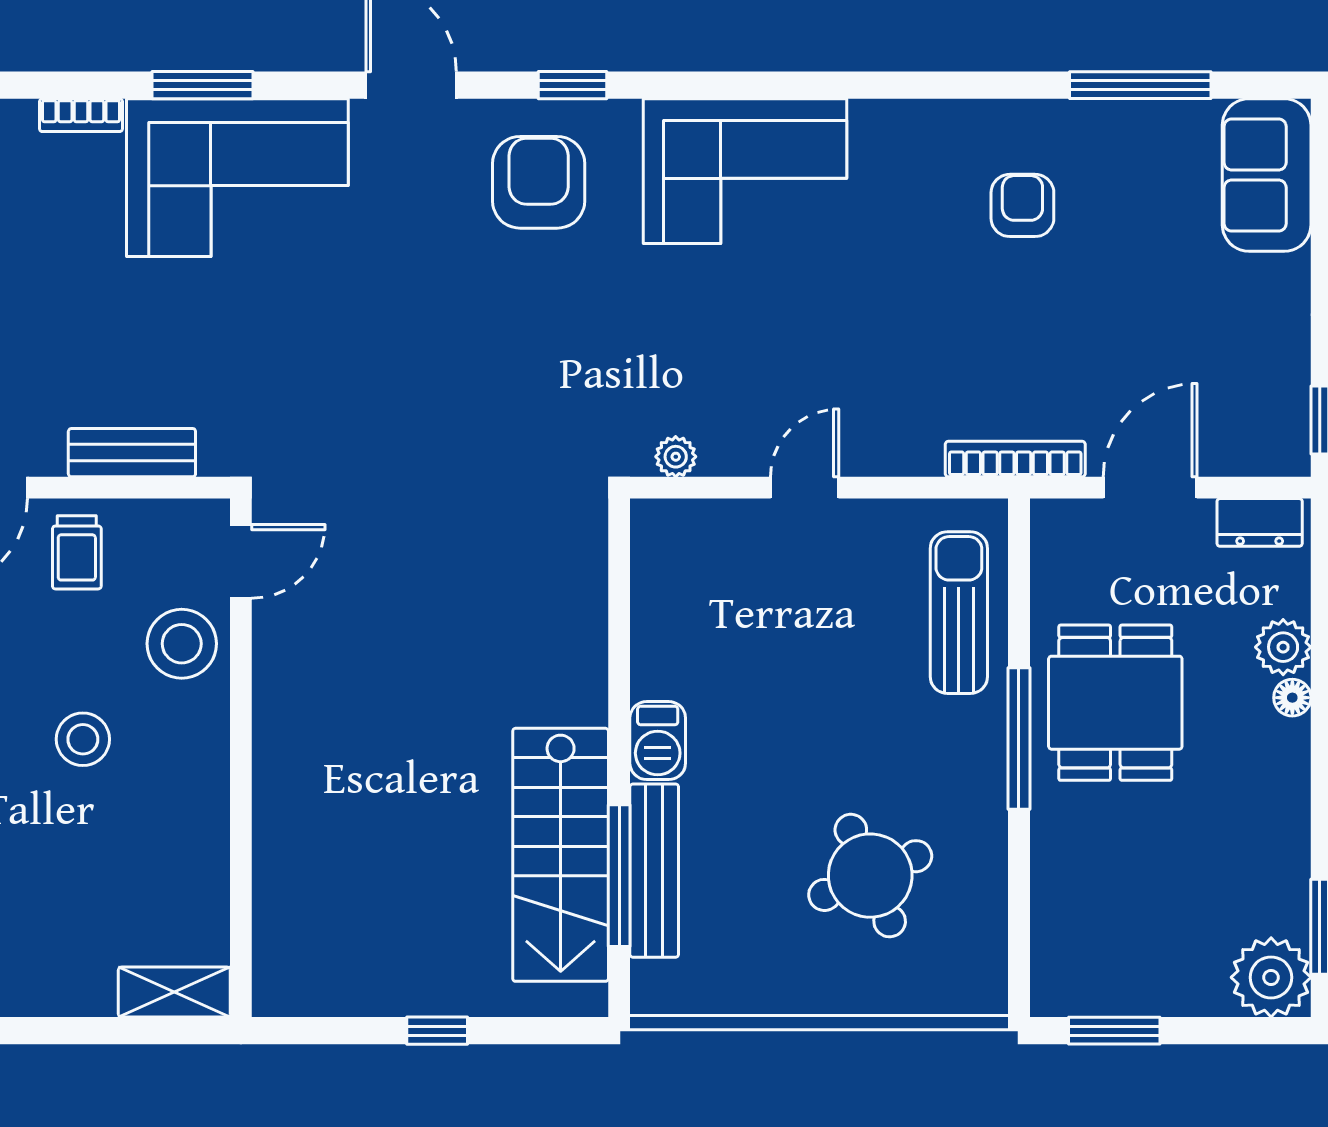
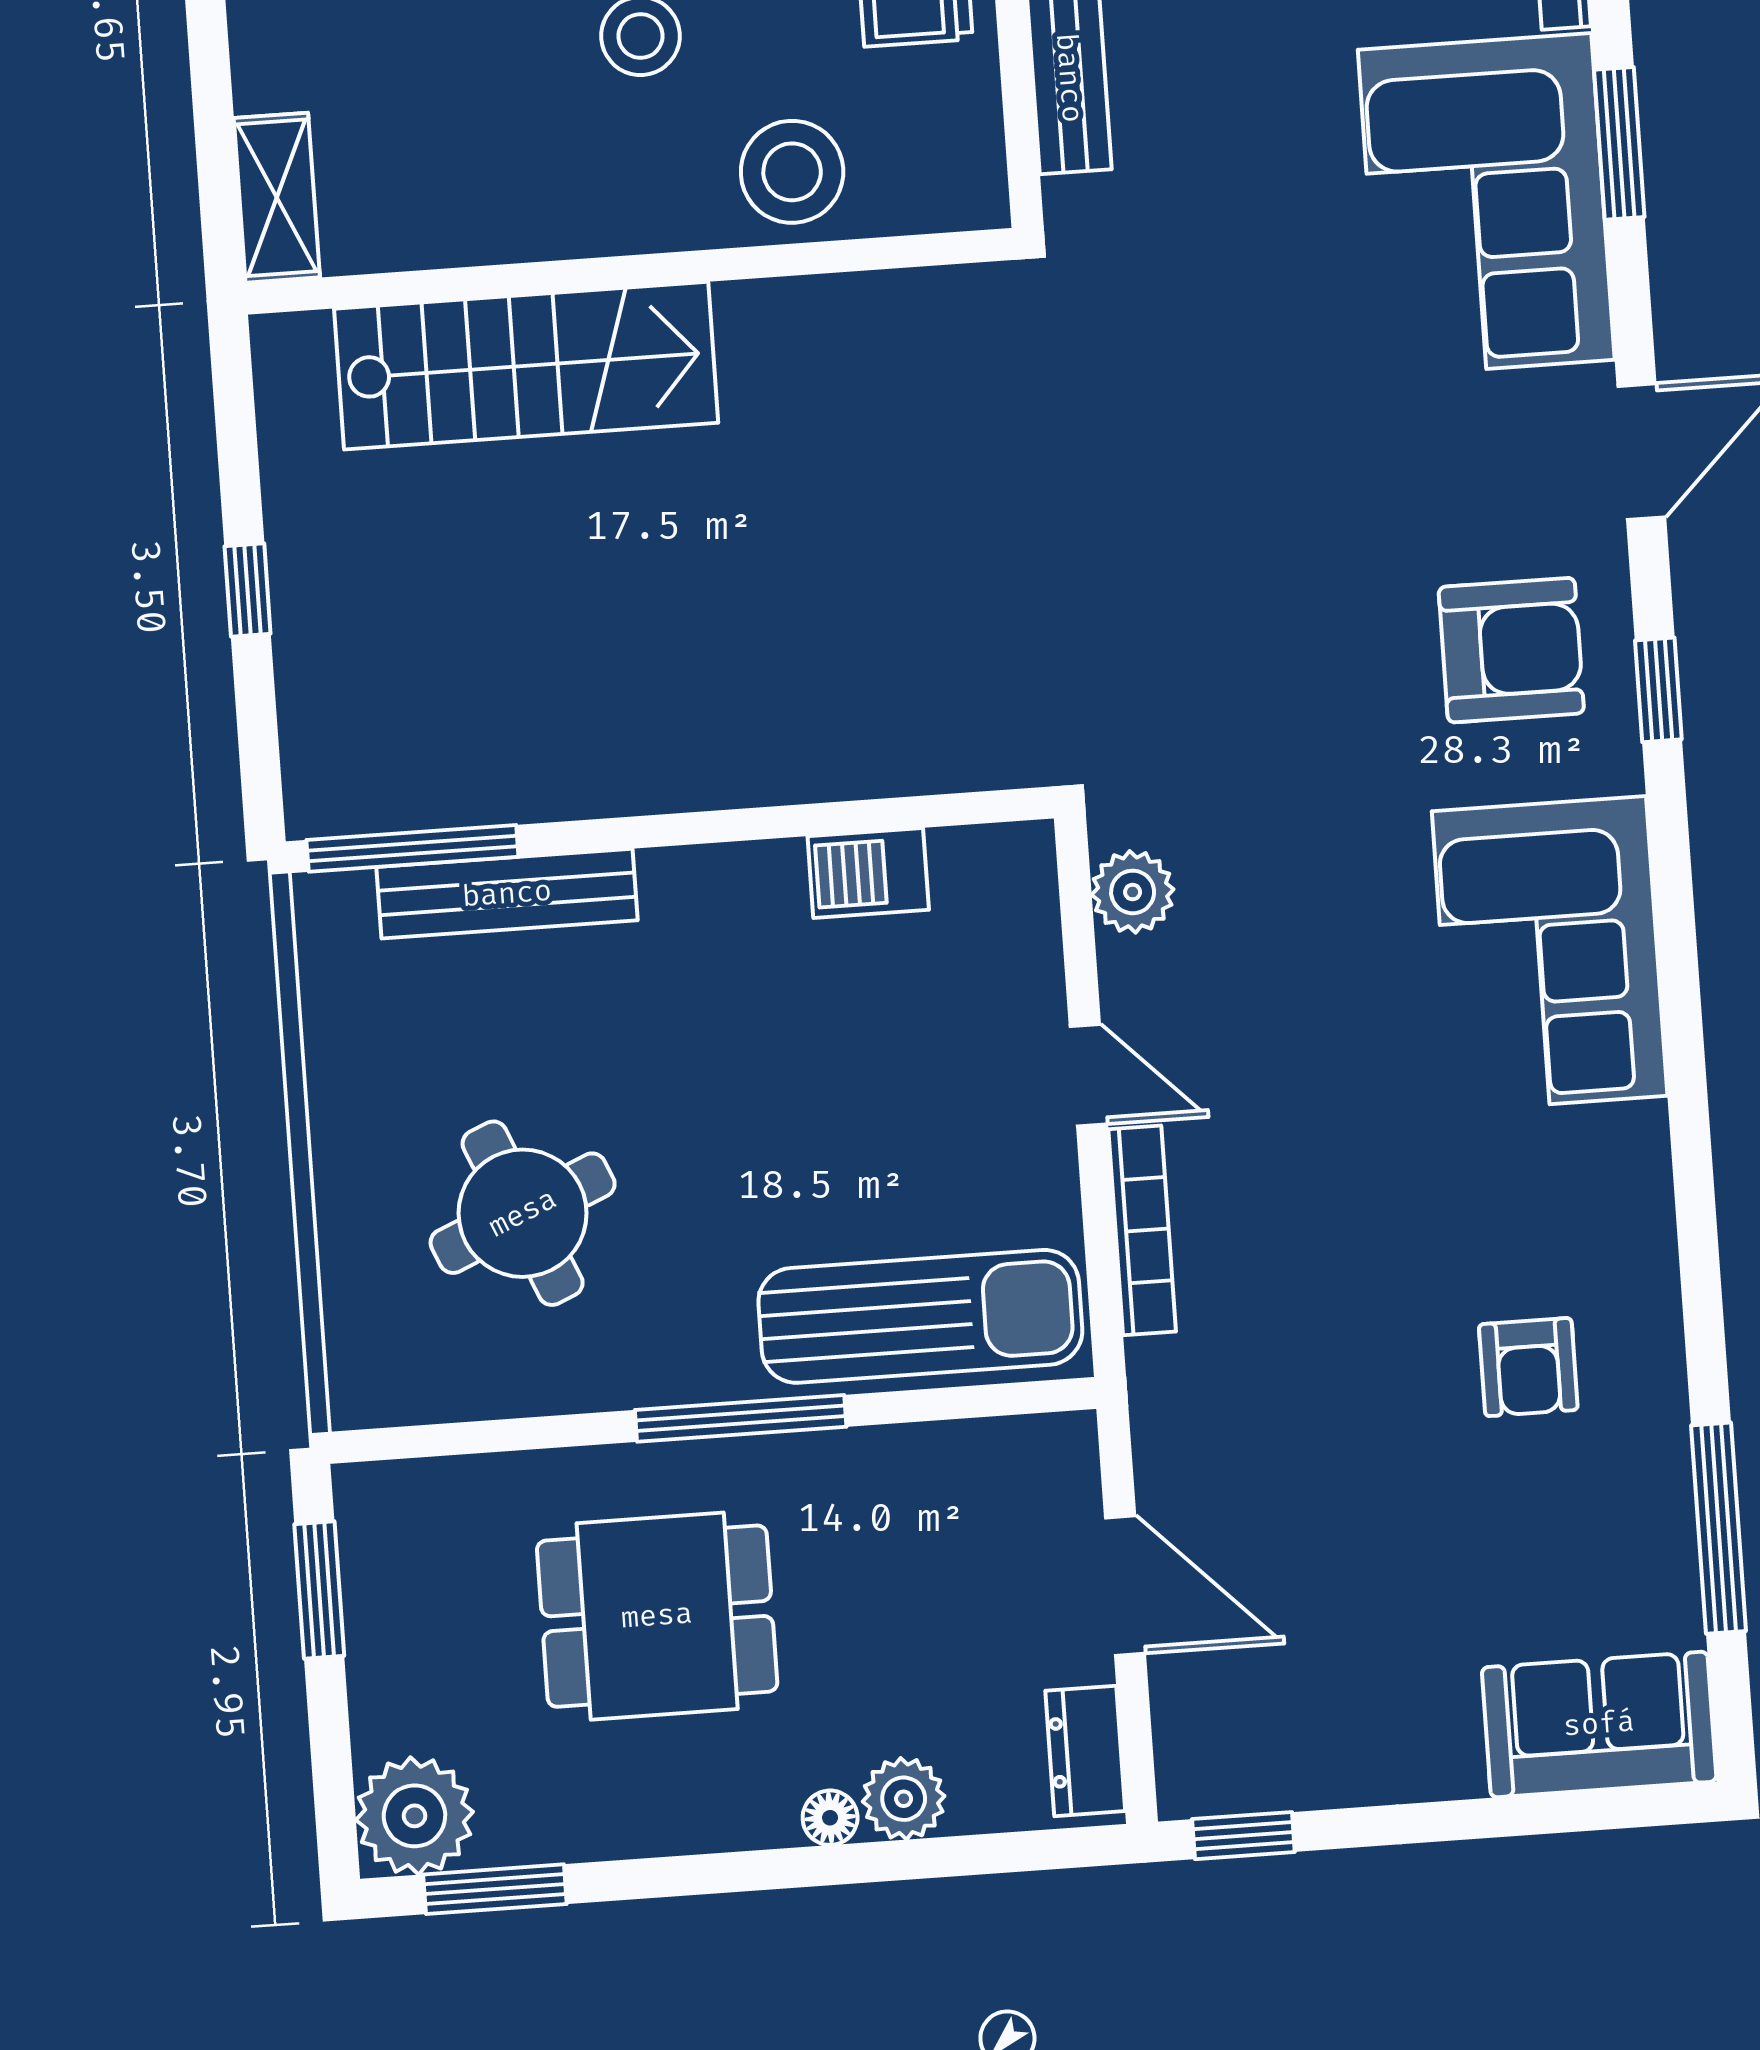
armchair: (1022, 205) -> (1528, 1367), turned 90
plant: (676, 457) -> (1133, 892), width x1.38, depth x1.38
bookcase: (1015, 459) -> (1142, 1230), moved
door: (241, 561) -> (920, 251), removed
sun lounger: (959, 613) -> (920, 1316), width x1.36, depth x1.34
dining table: (1115, 703) -> (657, 1616), moved
barbecue: (658, 741) -> (868, 873), moved
stairs: (561, 855) -> (526, 366), moved, turned 180
window: (619, 876) -> (412, 848), moved

